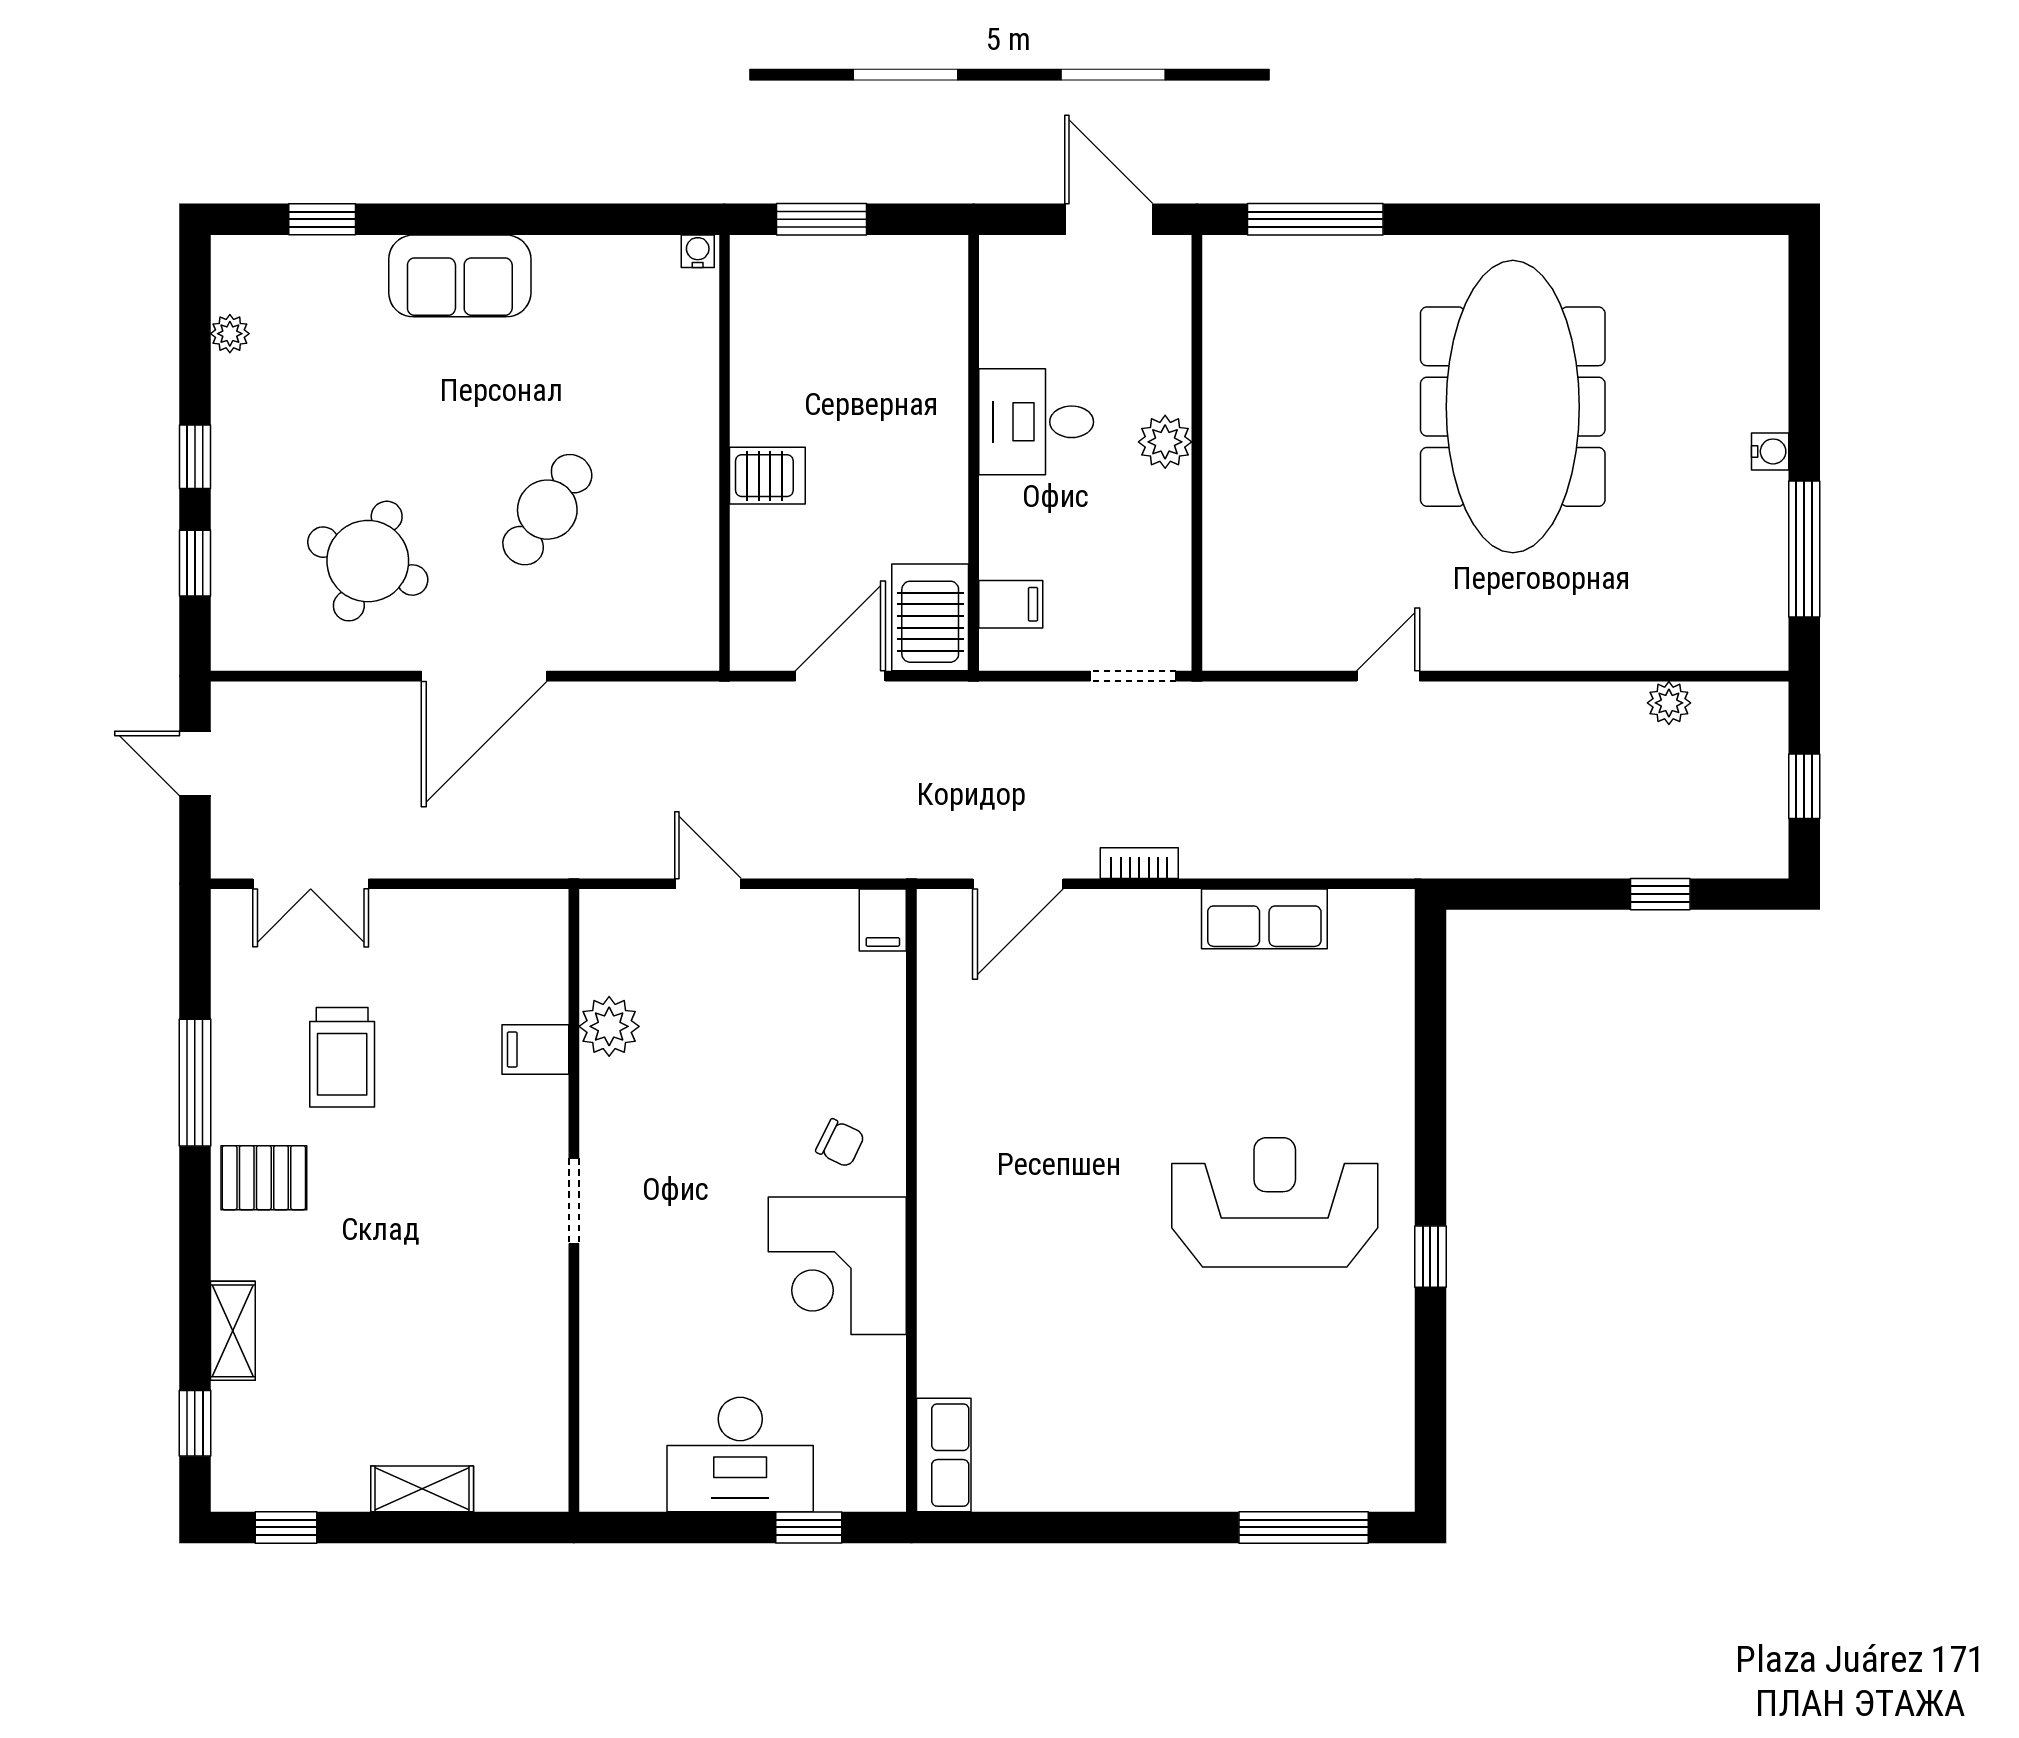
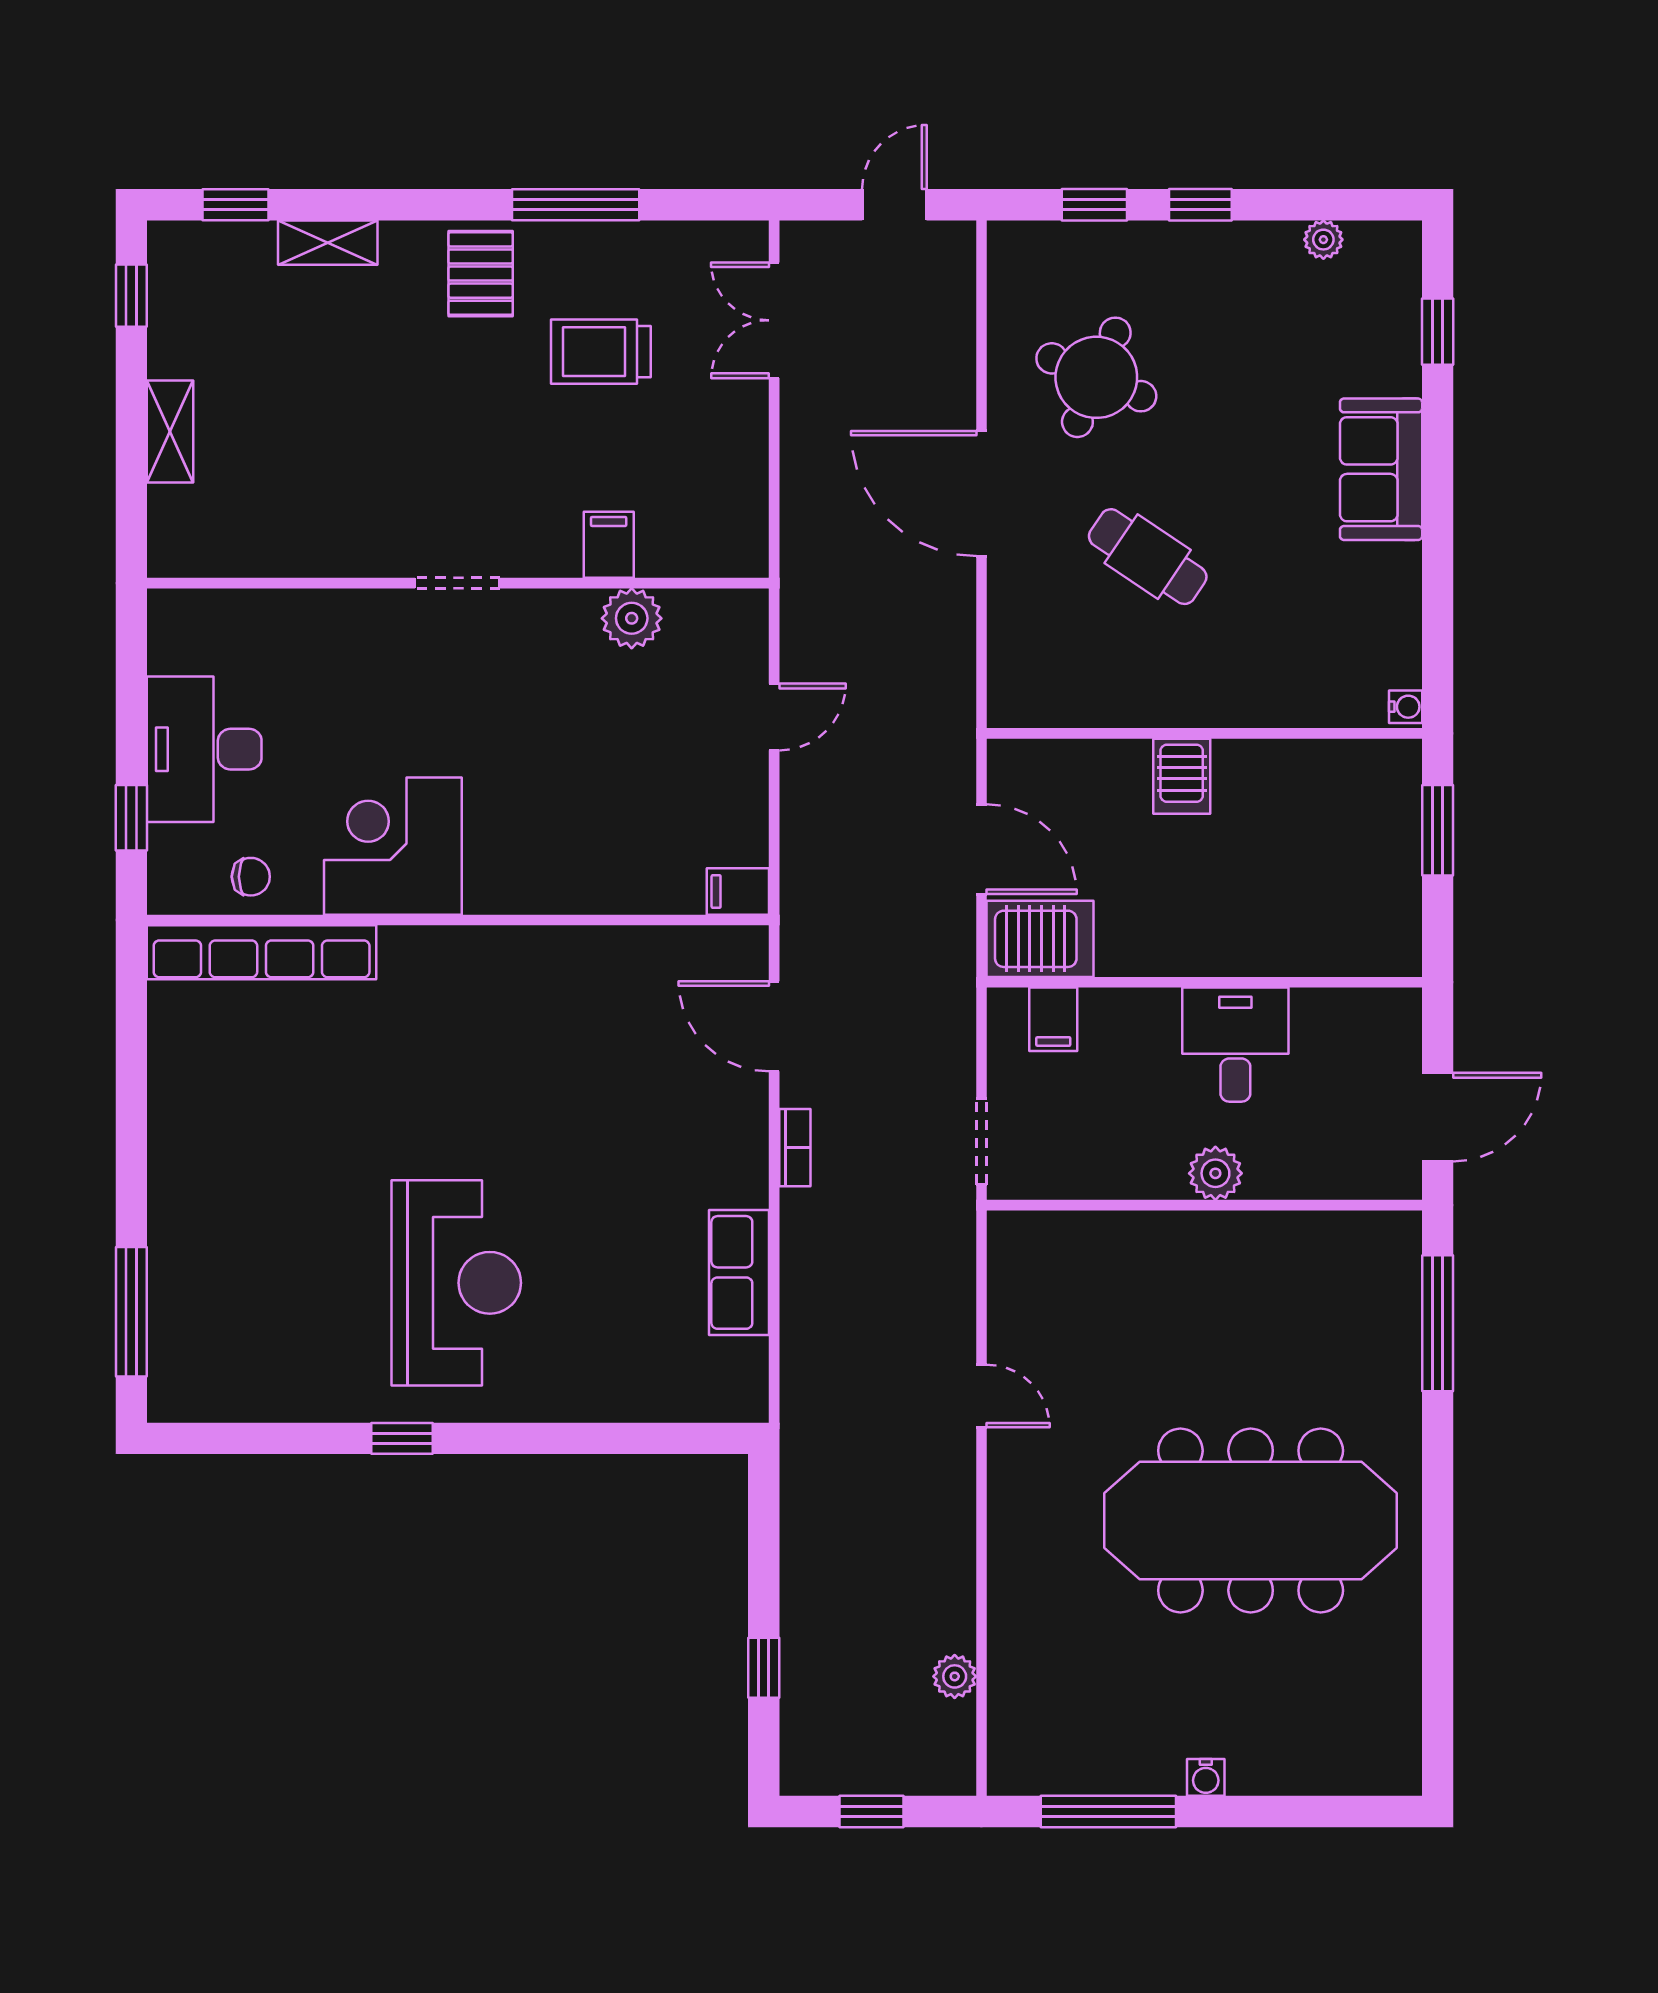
chair: (840, 1143) -> (251, 877), moved, turned -116
row of seats: (944, 1455) -> (262, 952), width x2.02

